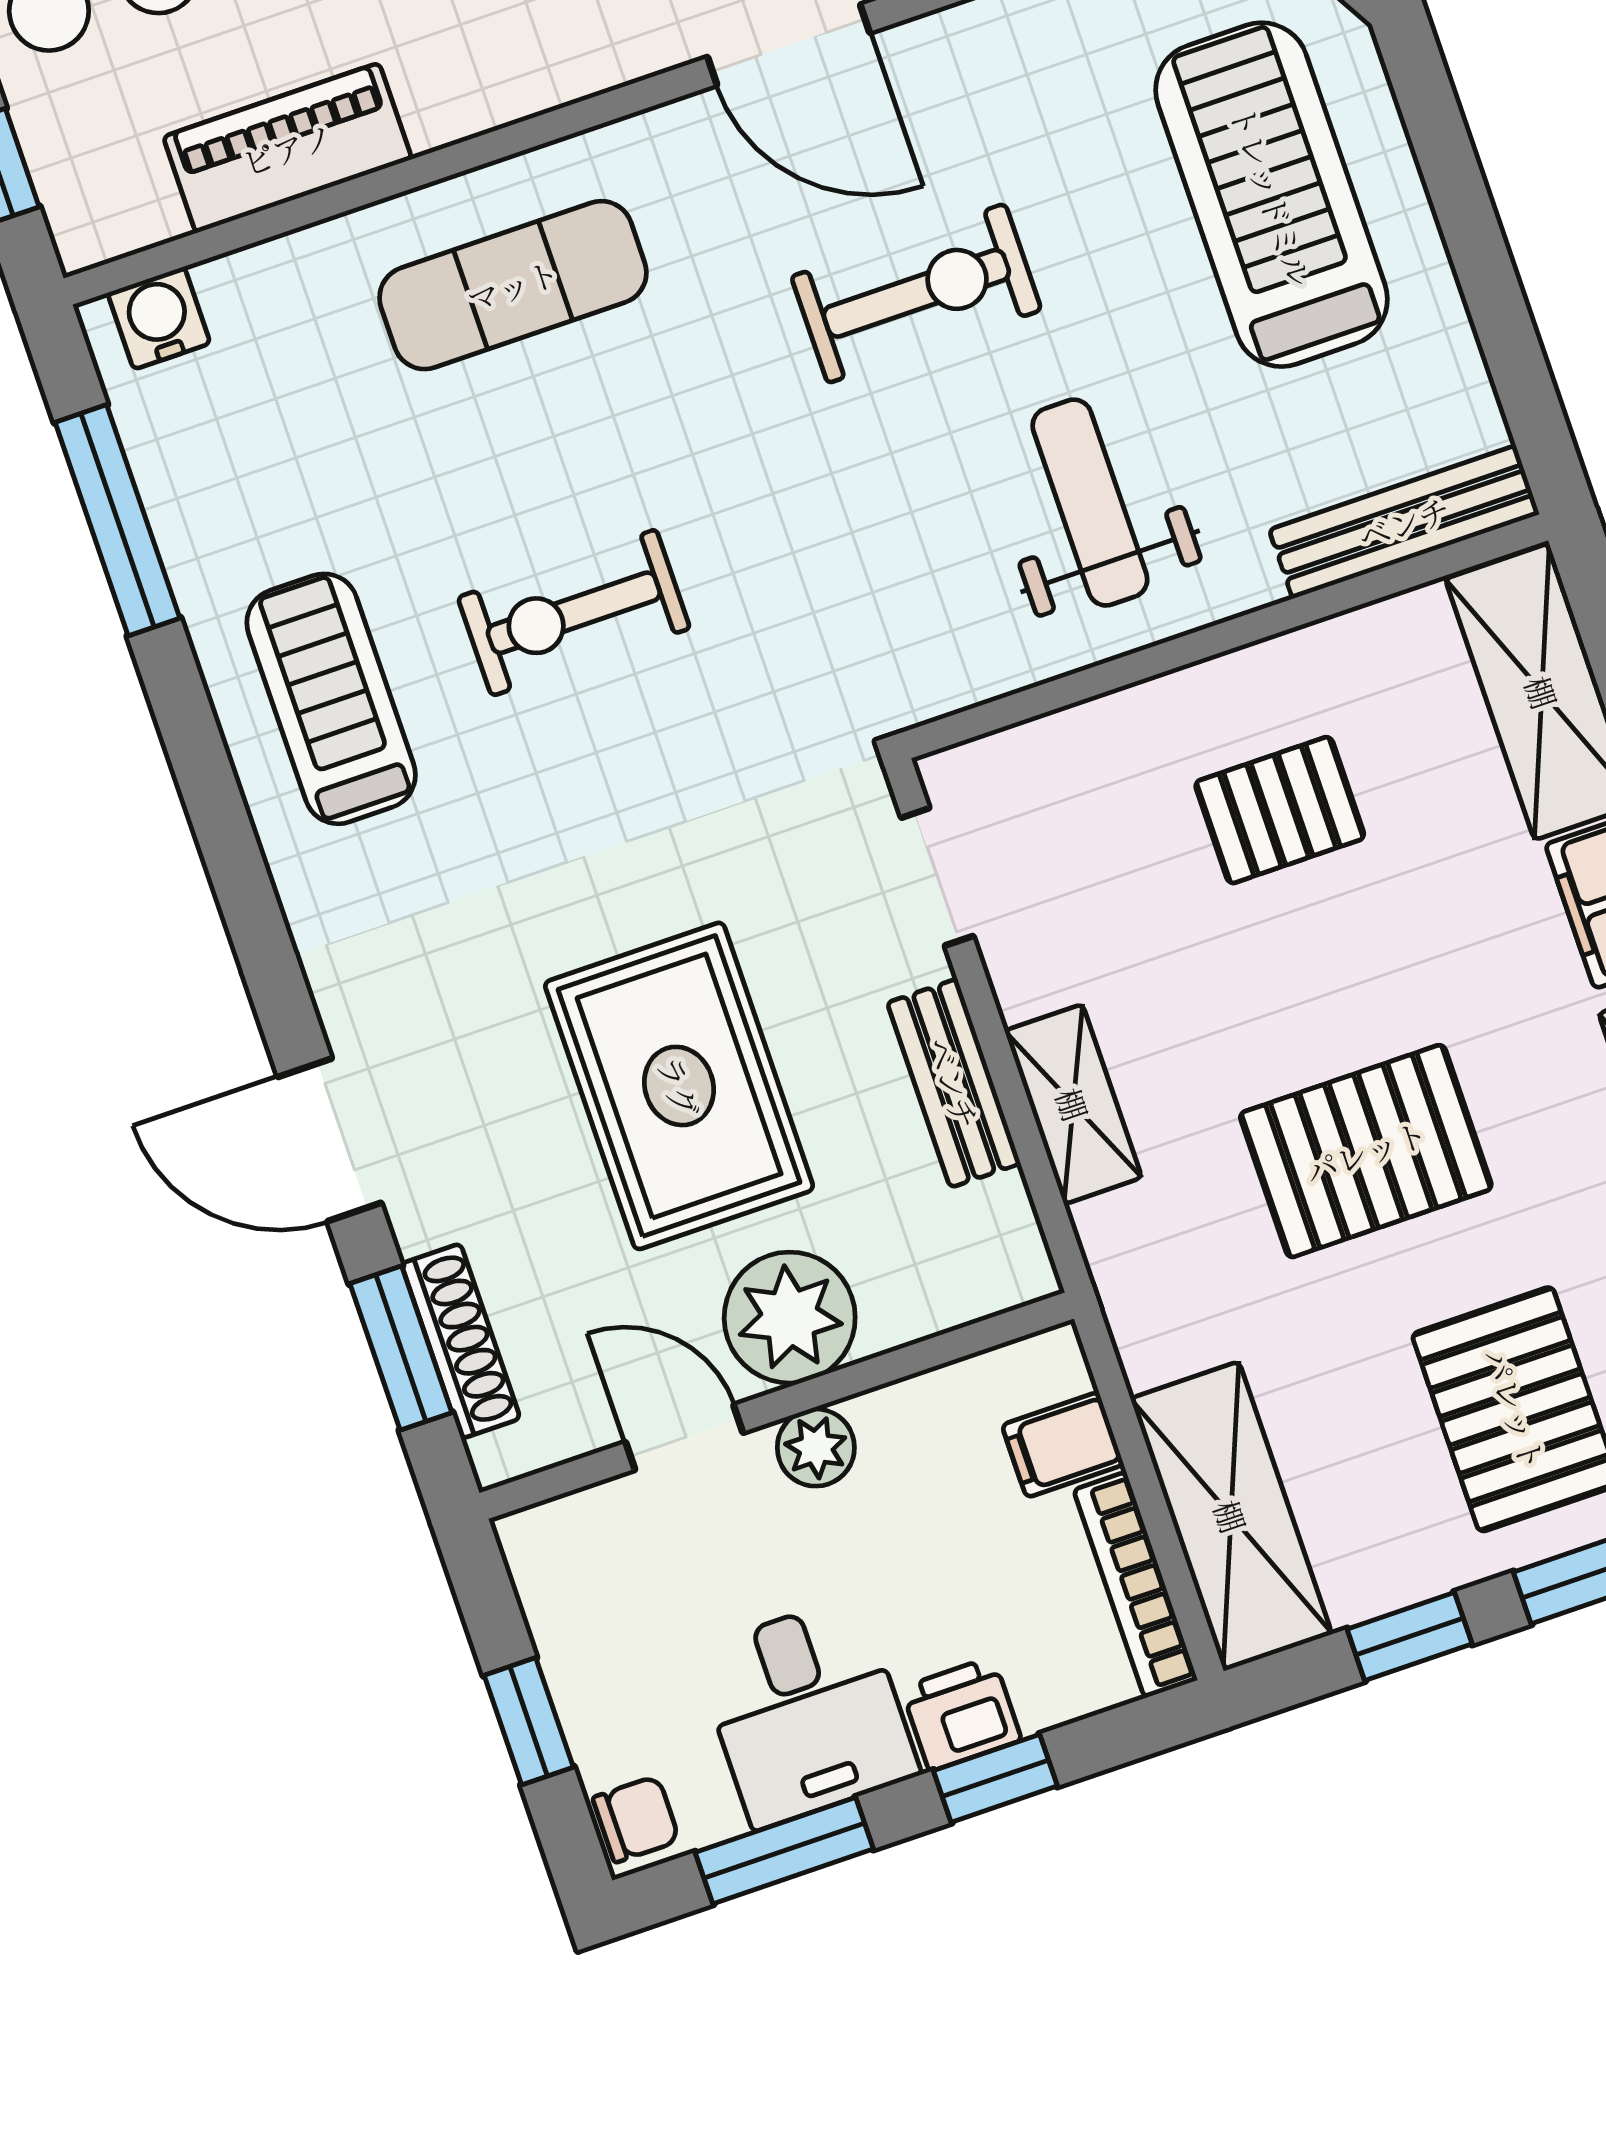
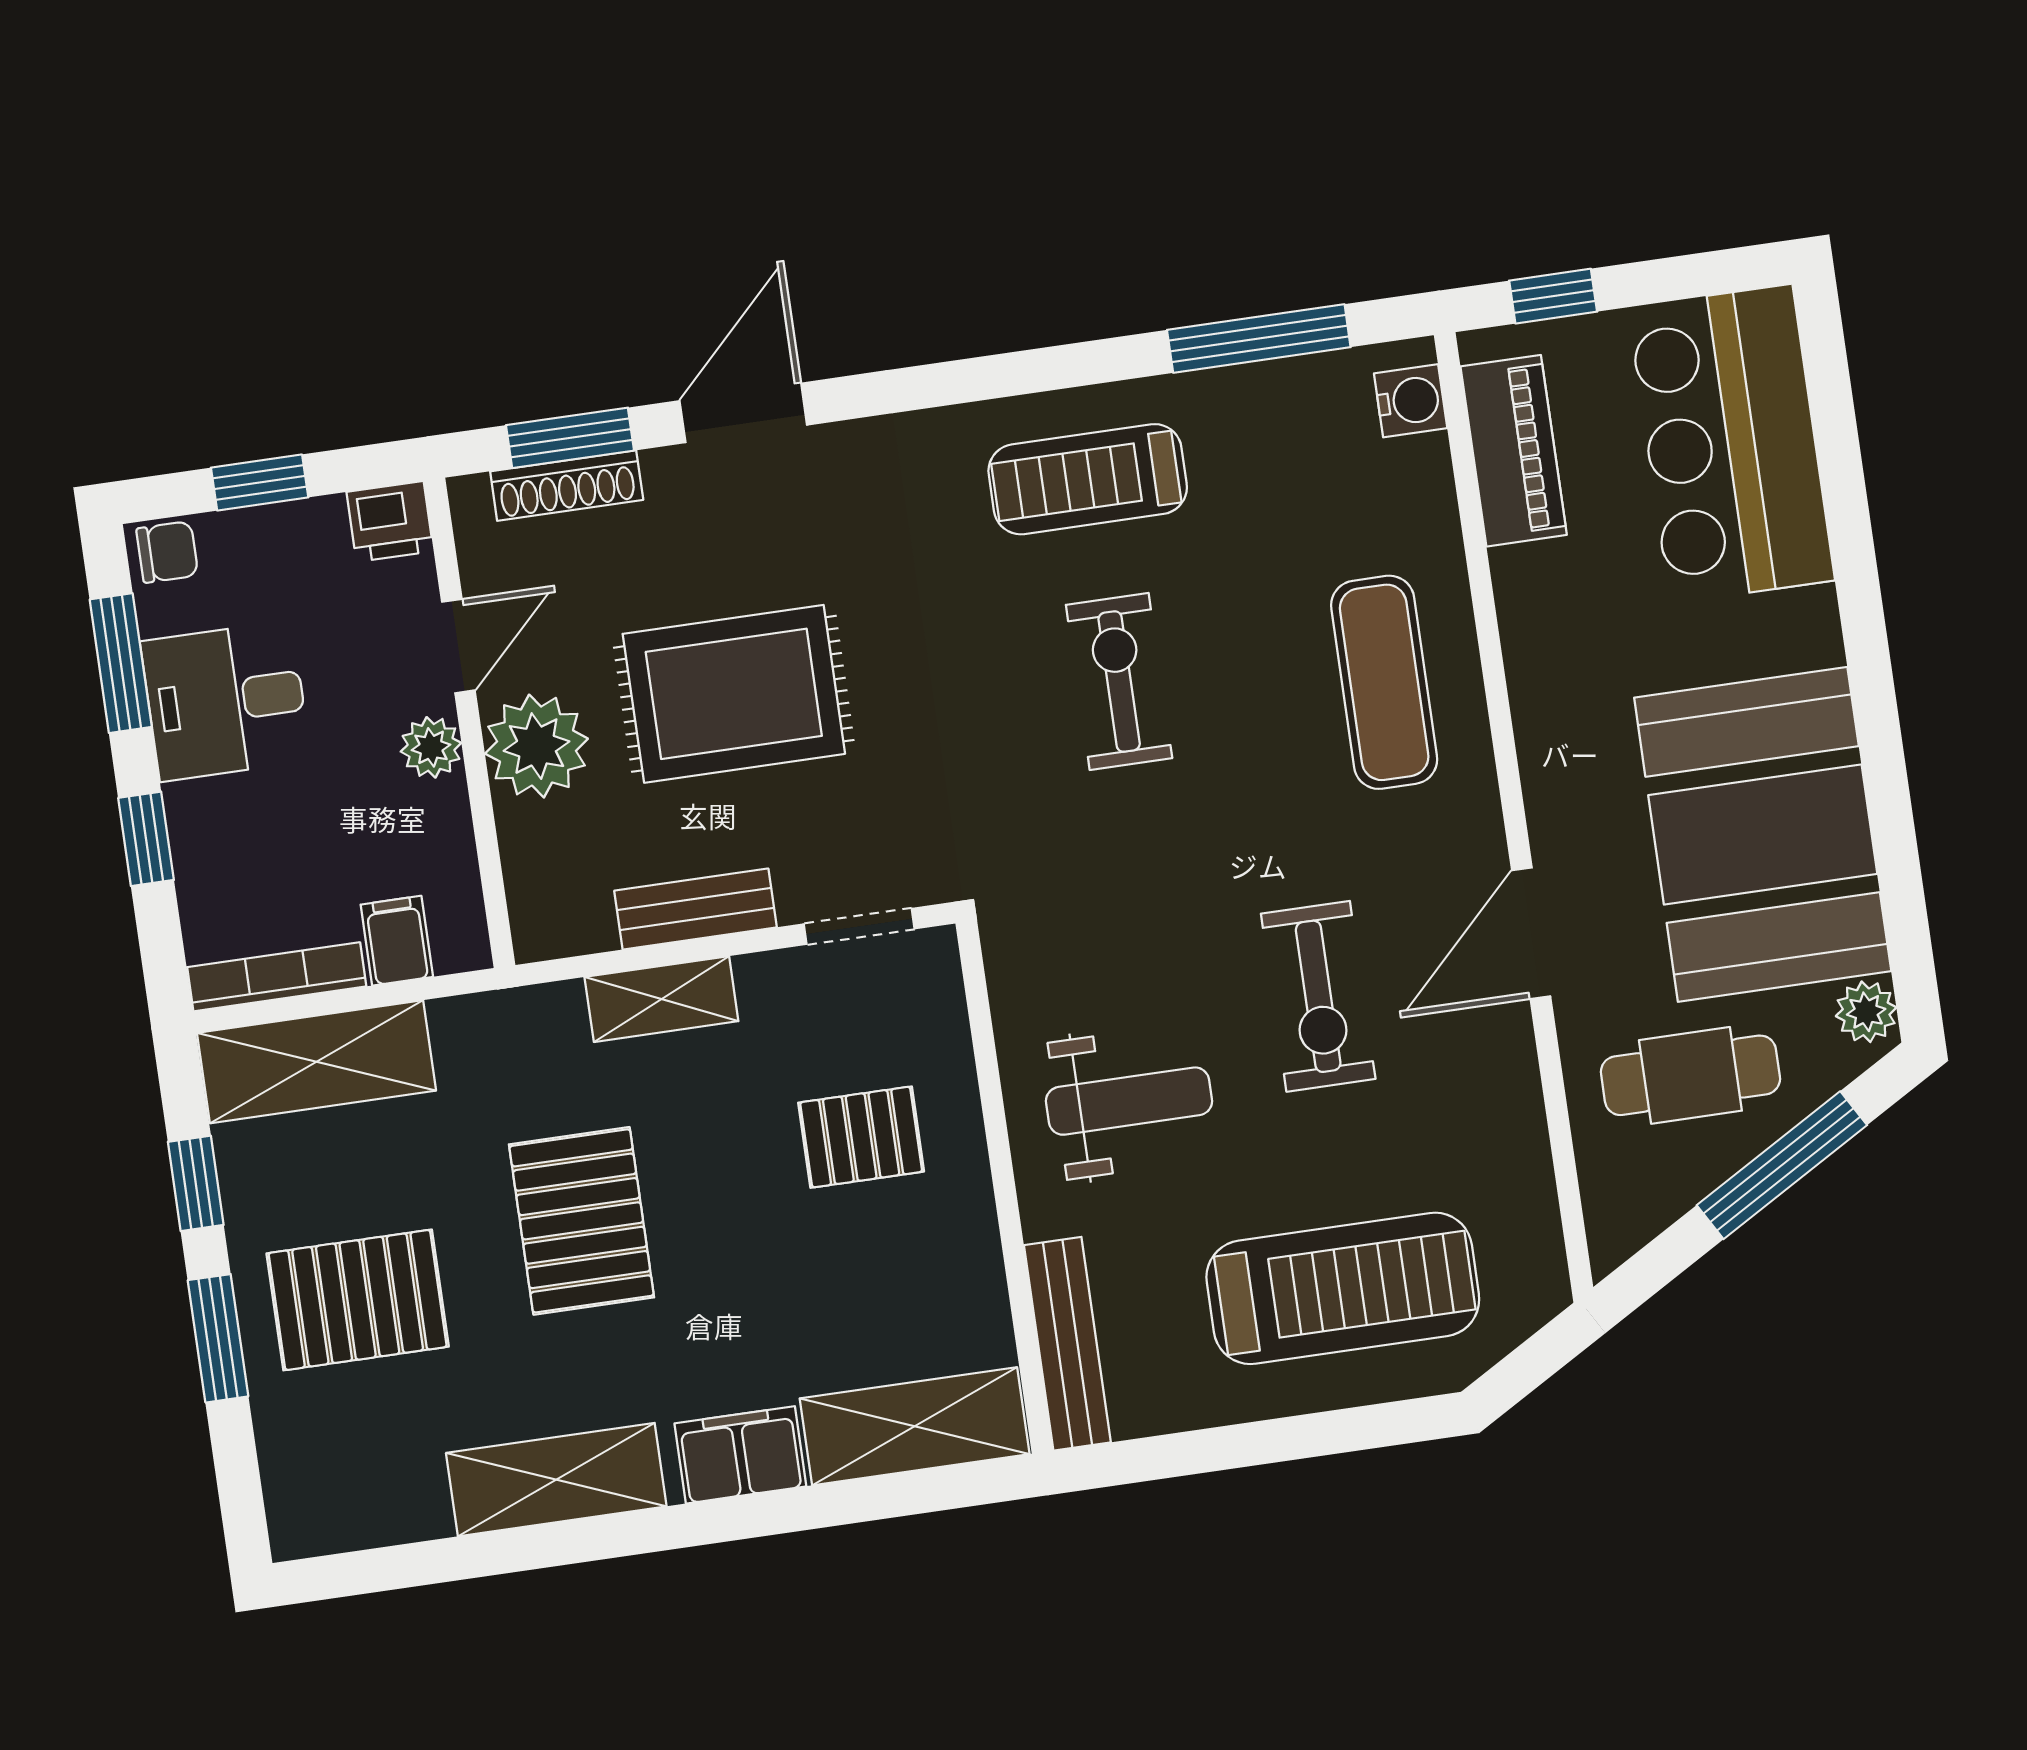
piano: (288, 148) -> (1514, 451), moved
treadmill: (331, 699) -> (1088, 479), turned 180
pallet: (1280, 810) -> (861, 1137), moved, turned 90
printer: (961, 1714) -> (390, 522), moved, turned 90
chair: (636, 1819) -> (167, 552), turned -90

